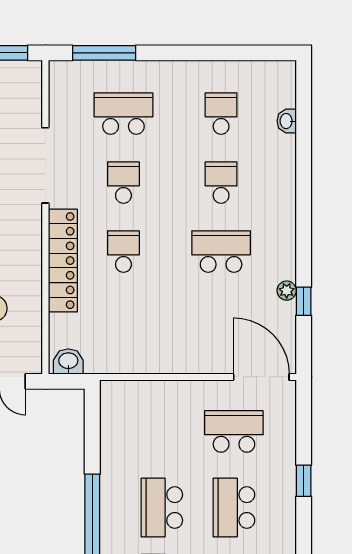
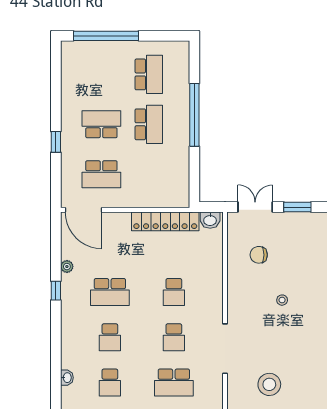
locker: (63, 261) -> (165, 221), moved, turned -90
window: (304, 301) -> (56, 291), moved
school desk: (234, 508) -> (101, 124), turned -90

